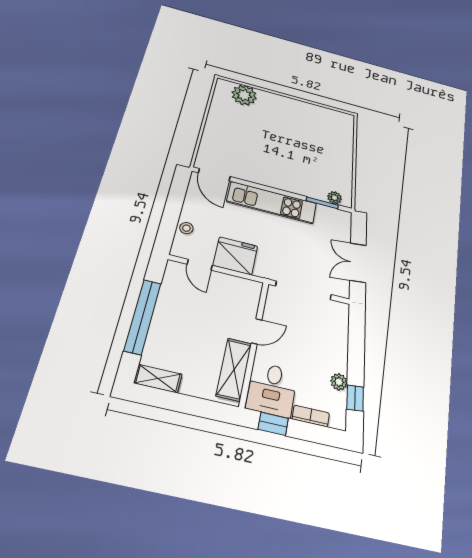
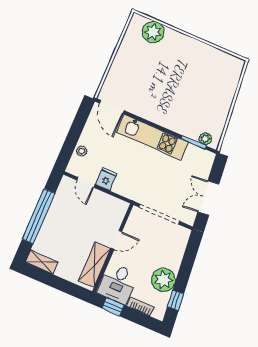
fridge: (235, 256) -> (106, 179), width x0.53, depth x0.75
plant: (339, 382) -> (163, 280), width x1.87, depth x1.87

